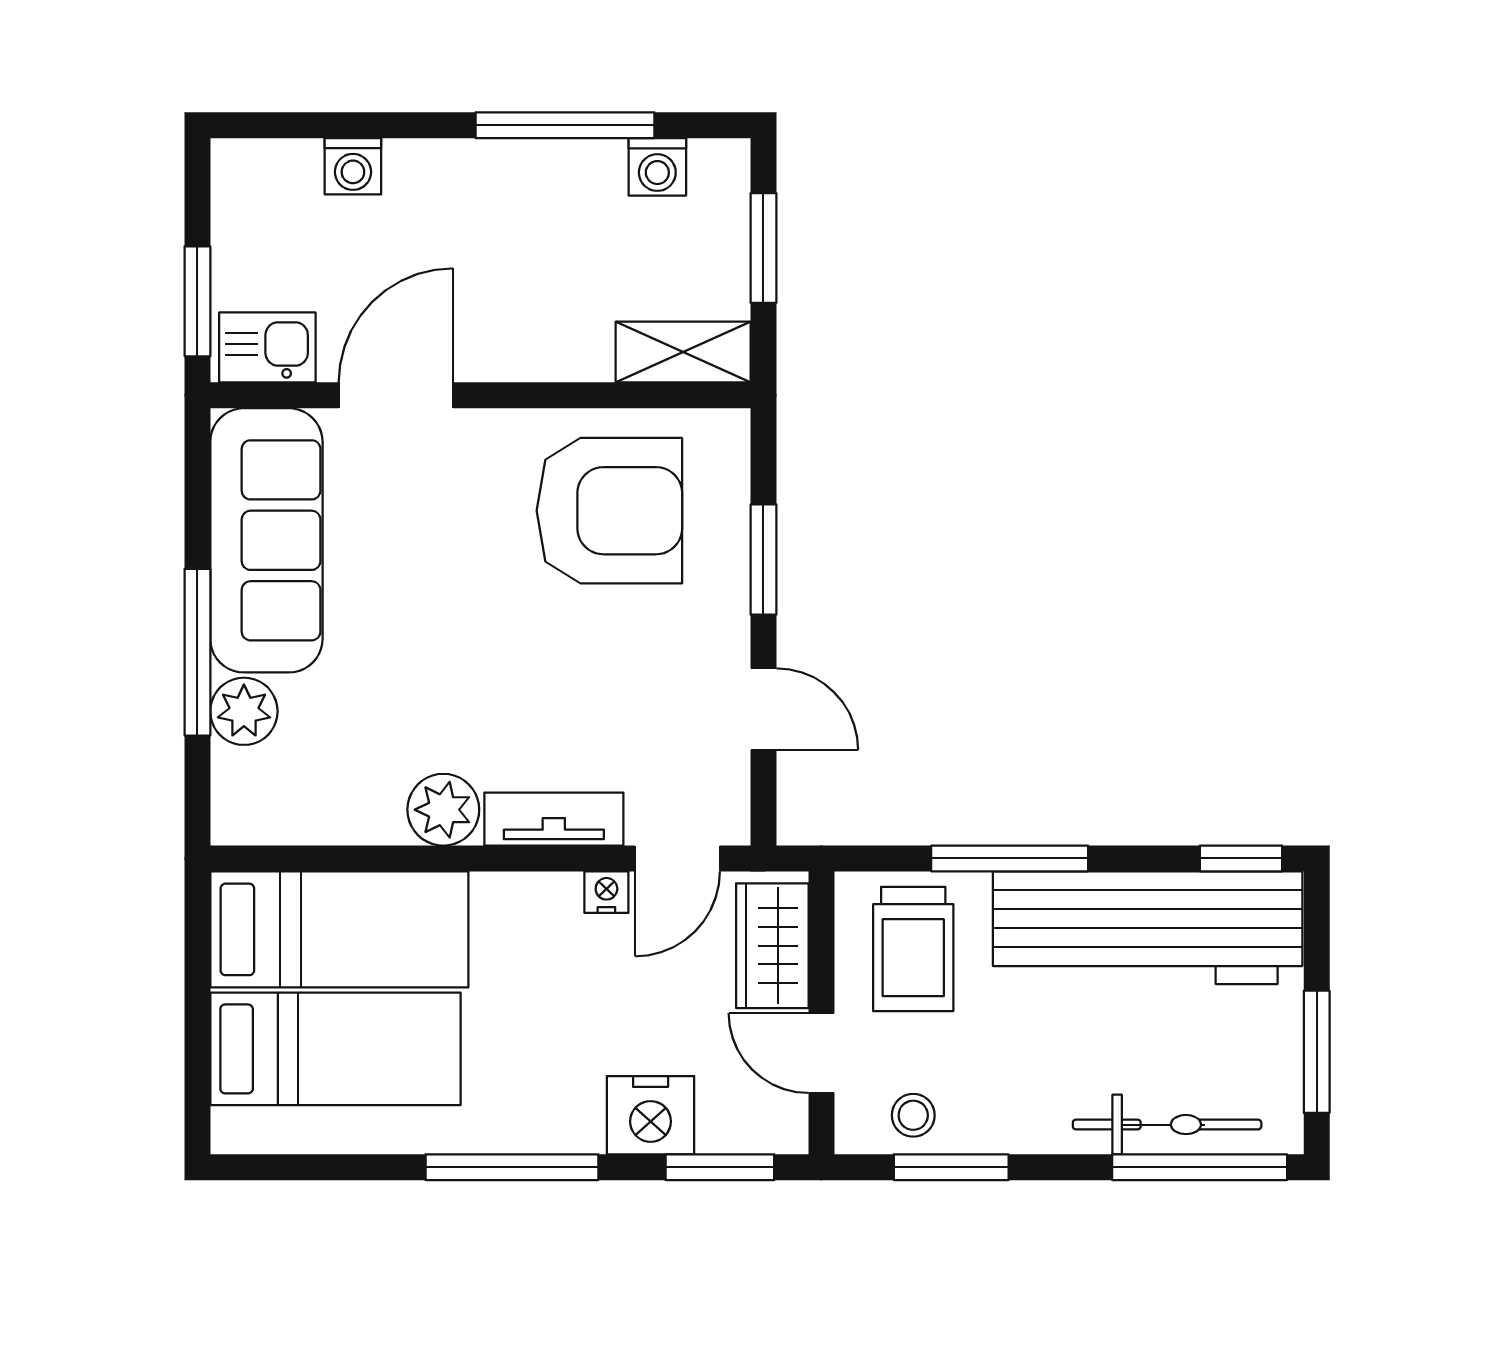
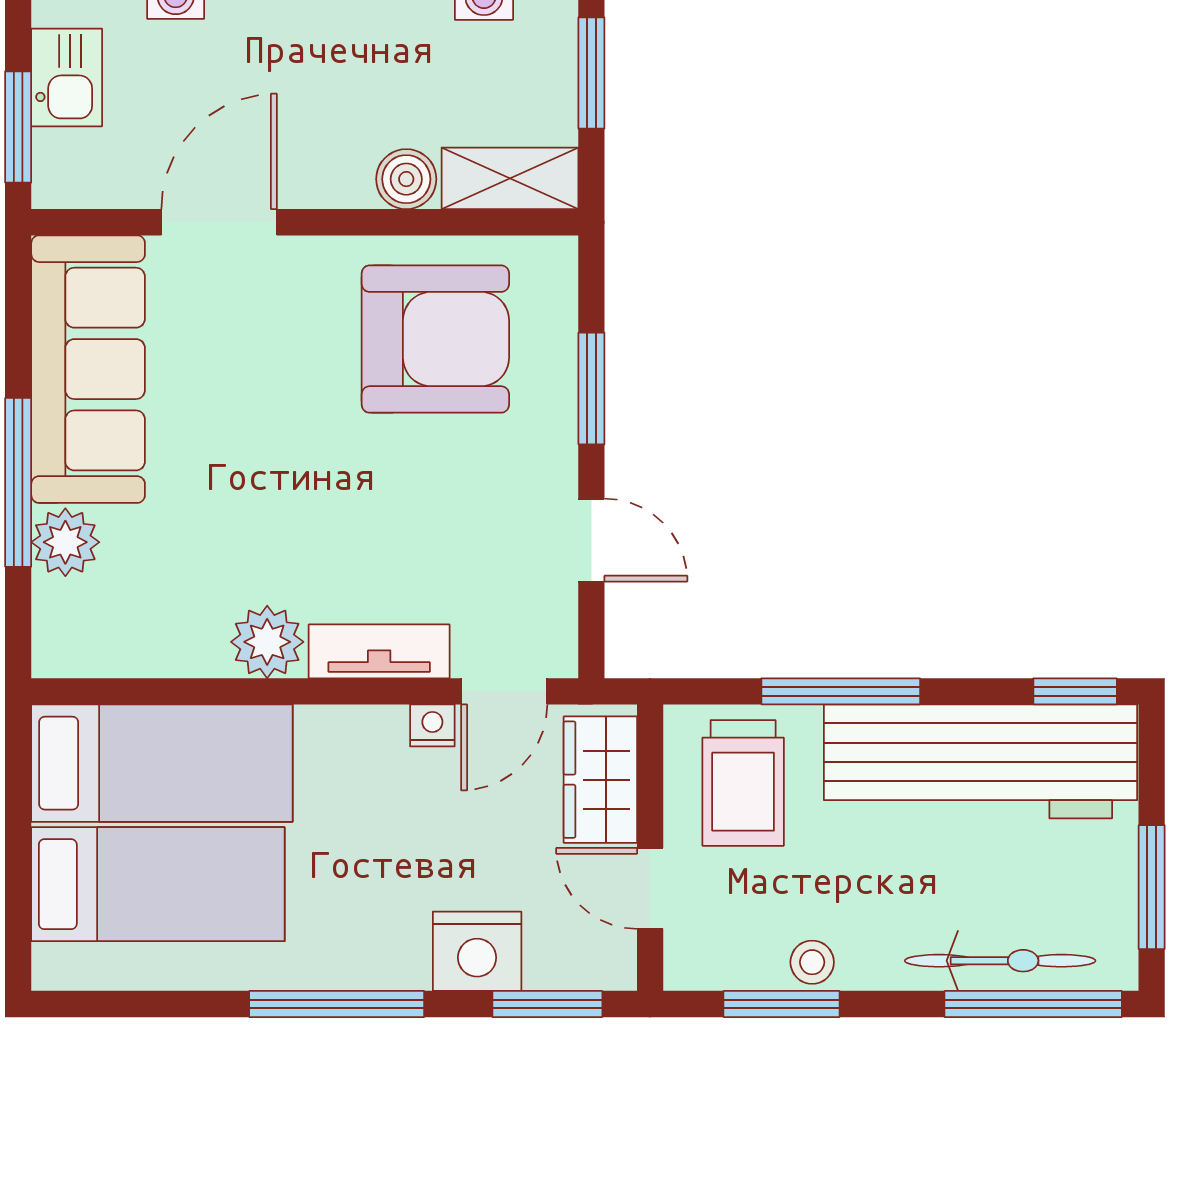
kitchen sink: (267, 347) -> (67, 77), moved, turned 90
boiler: (581, 353) -> (406, 179), added
stool: (913, 1115) -> (812, 962), moved

